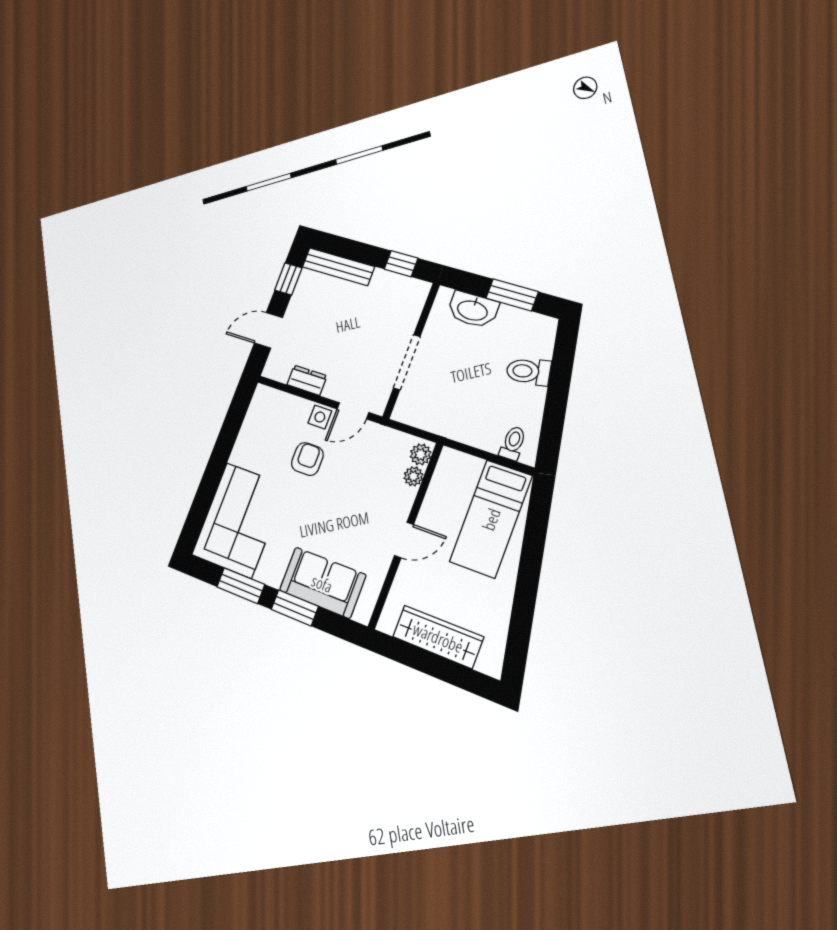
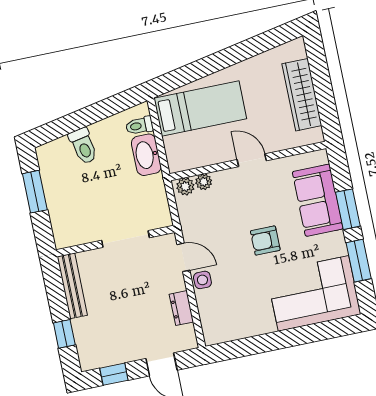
window: (401, 264) -> (64, 334), moved
bench: (338, 267) -> (72, 286), moved
washbasin: (473, 310) -> (146, 155), moved, turned 180
armchair: (307, 459) -> (265, 241), moved

